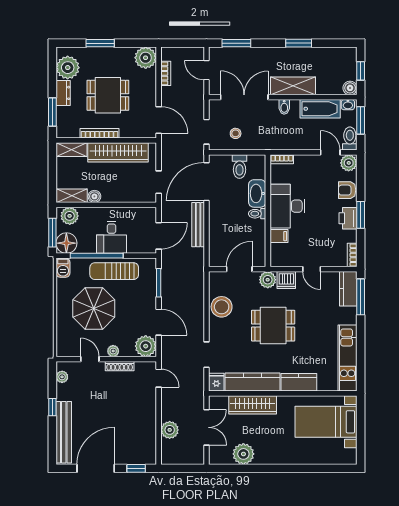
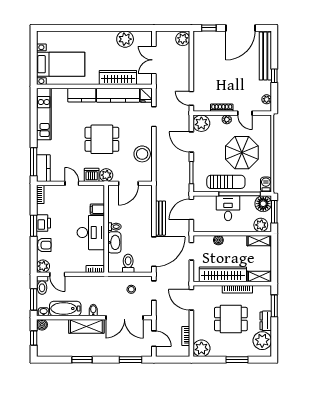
boiler: (94, 196) -> (218, 240), moved
plant: (170, 430) -> (183, 39), moved

